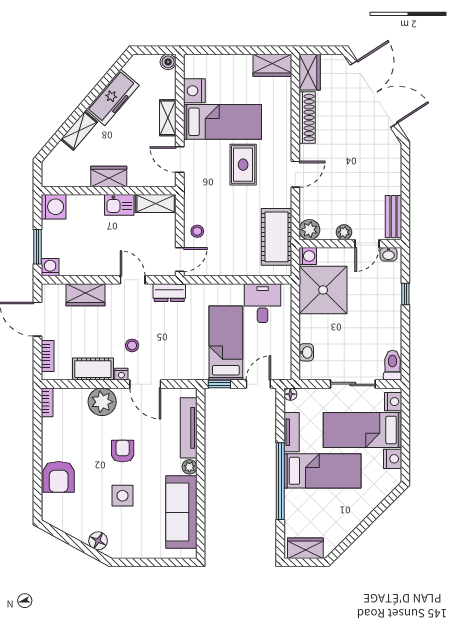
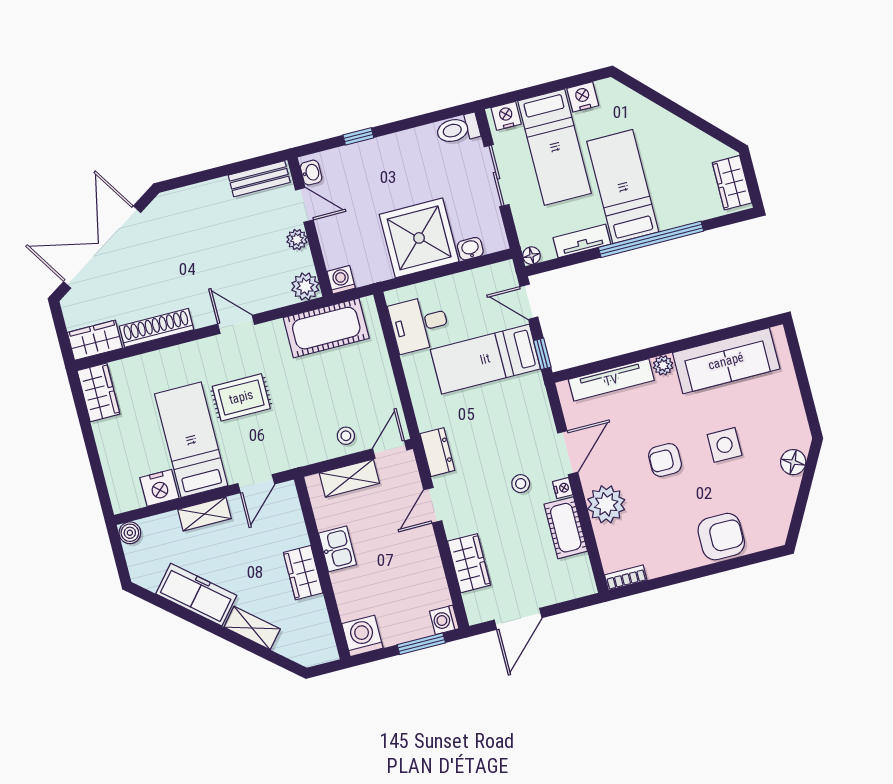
shelving: (156, 203) -> (349, 478), moved, turned 90
door: (180, 260) -> (390, 449), hinge flipped
shower: (323, 290) -> (419, 238), moved
bookcase: (48, 356) -> (564, 593), removed

